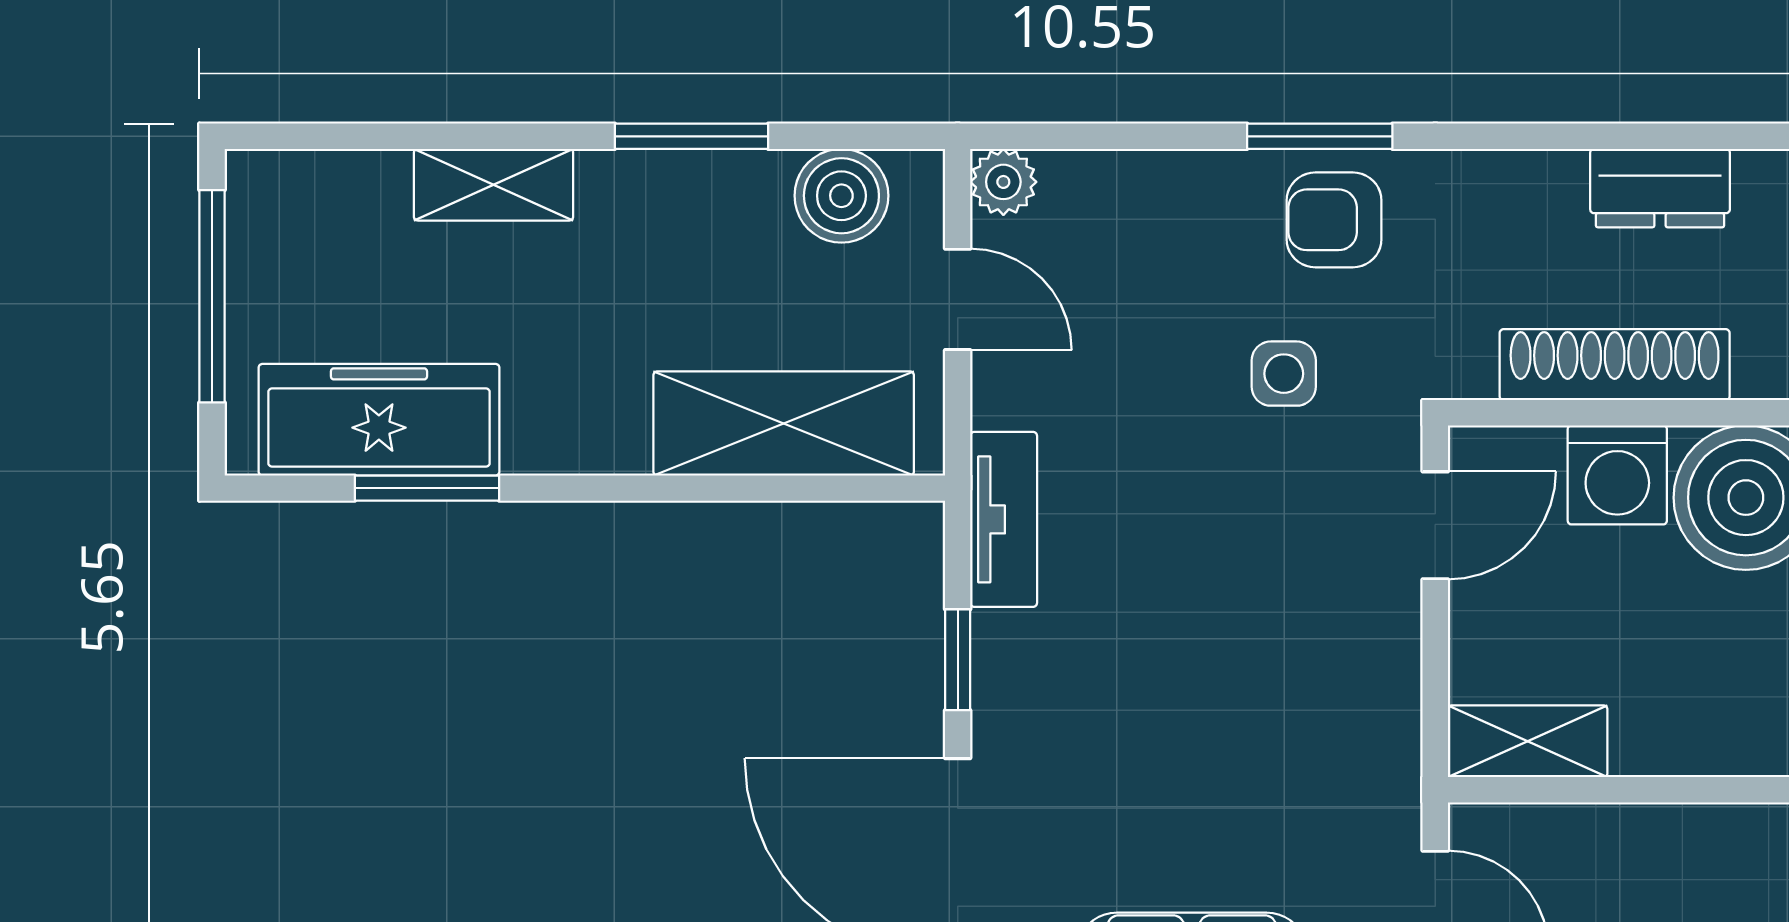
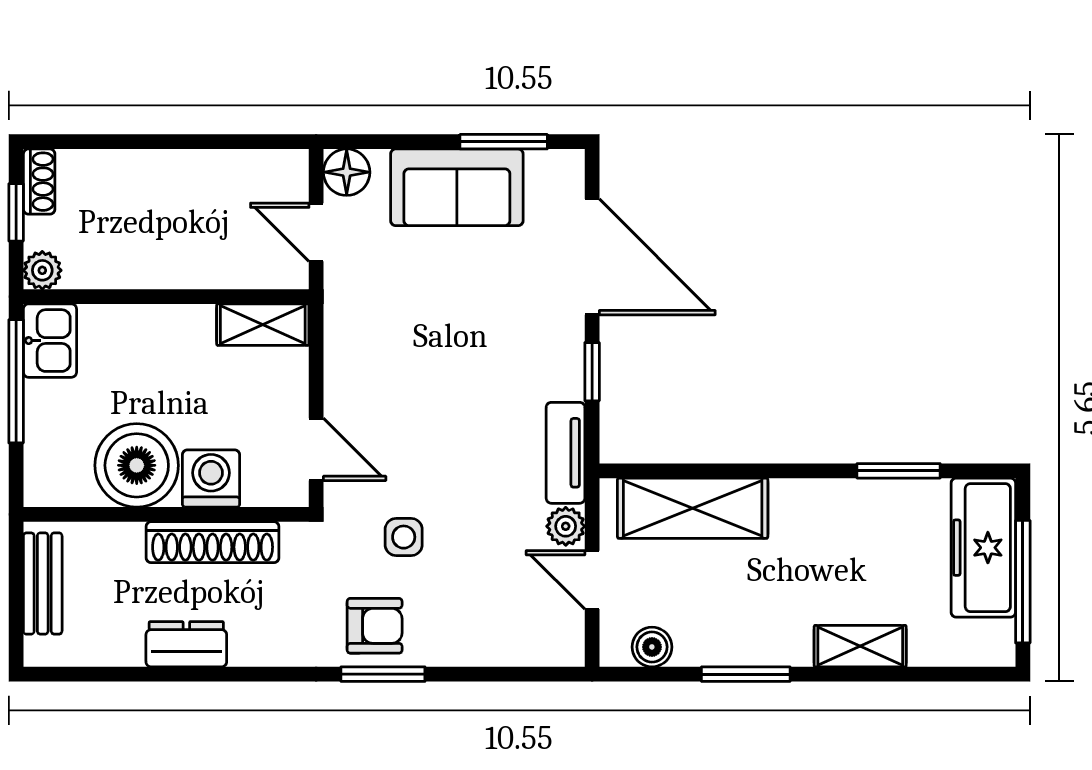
plant: (1003, 182) -> (566, 526), moved
boiler: (841, 196) -> (652, 647), width x0.73, depth x0.73
freezer: (379, 420) -> (983, 548), moved, turned 90
door: (1435, 525) -> (316, 449), swing flipped

